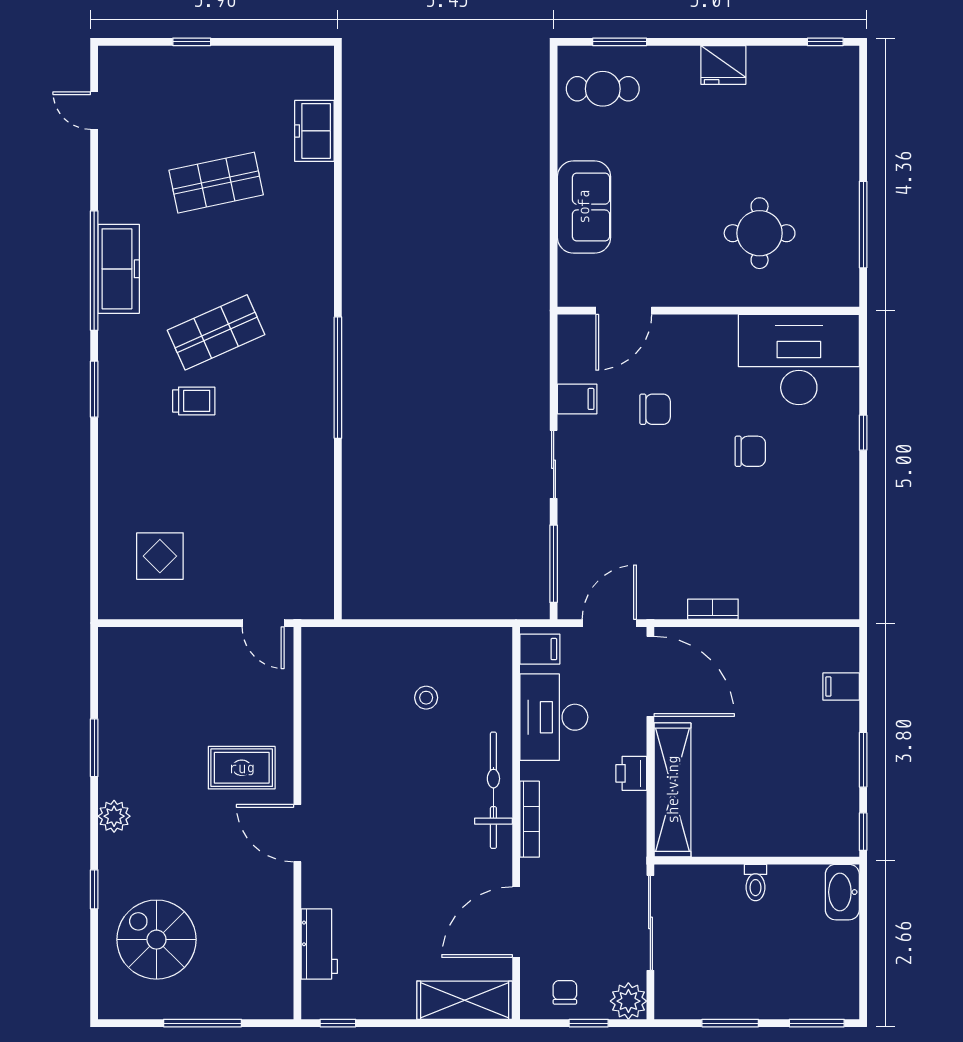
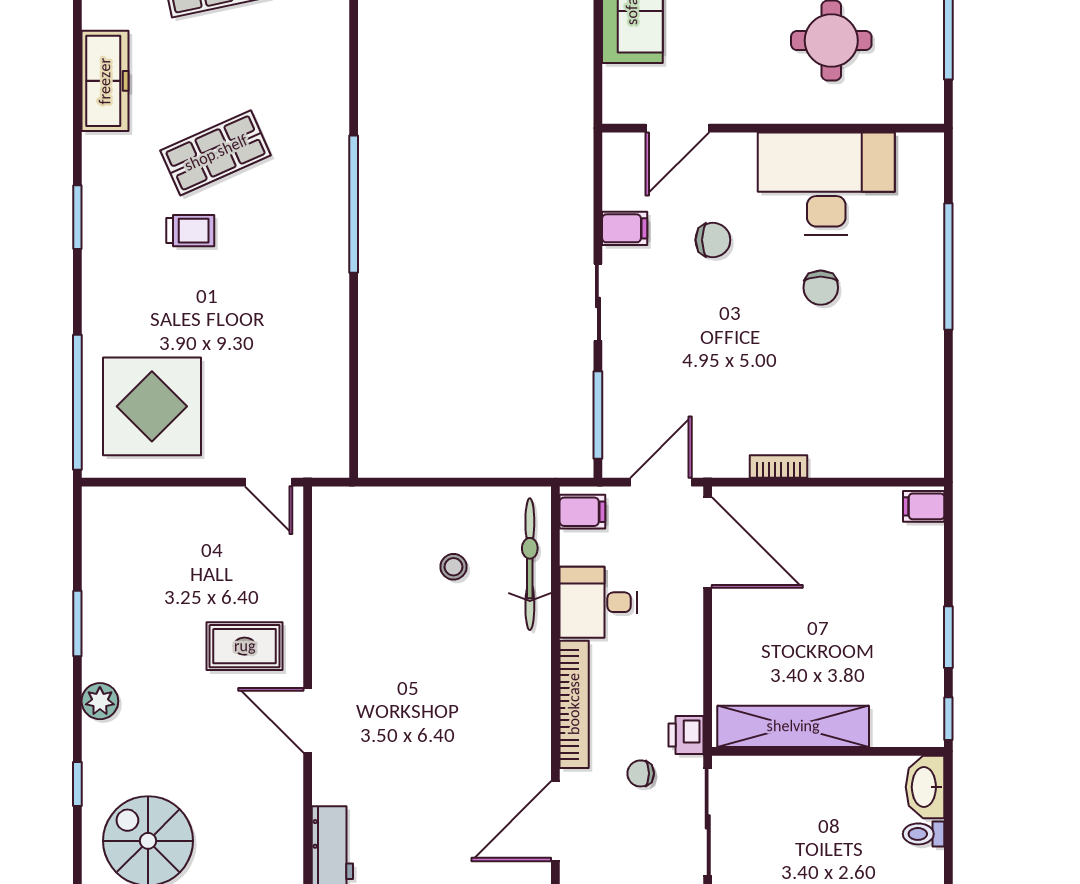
window: (94, 271) -> (77, 402), moved
desk: (799, 359) -> (826, 184), moved
window: (863, 433) -> (948, 267), width x3.17
chair: (750, 451) -> (821, 288), turned 90
display table: (160, 556) -> (152, 406), width x1.86, depth x1.86
filing cabinet: (841, 687) -> (924, 506), moved
desk: (554, 717) -> (598, 602), width x0.73
printer: (631, 773) -> (686, 735), moved
bicycle: (493, 790) -> (530, 564), moved
shelving: (673, 790) -> (793, 726), moved, turned 90
bookcase: (530, 819) -> (574, 704), width x1.48, depth x1.31
chair: (591, 880) -> (641, 773), added
toilet: (756, 883) -> (924, 834), moved, turned 90

